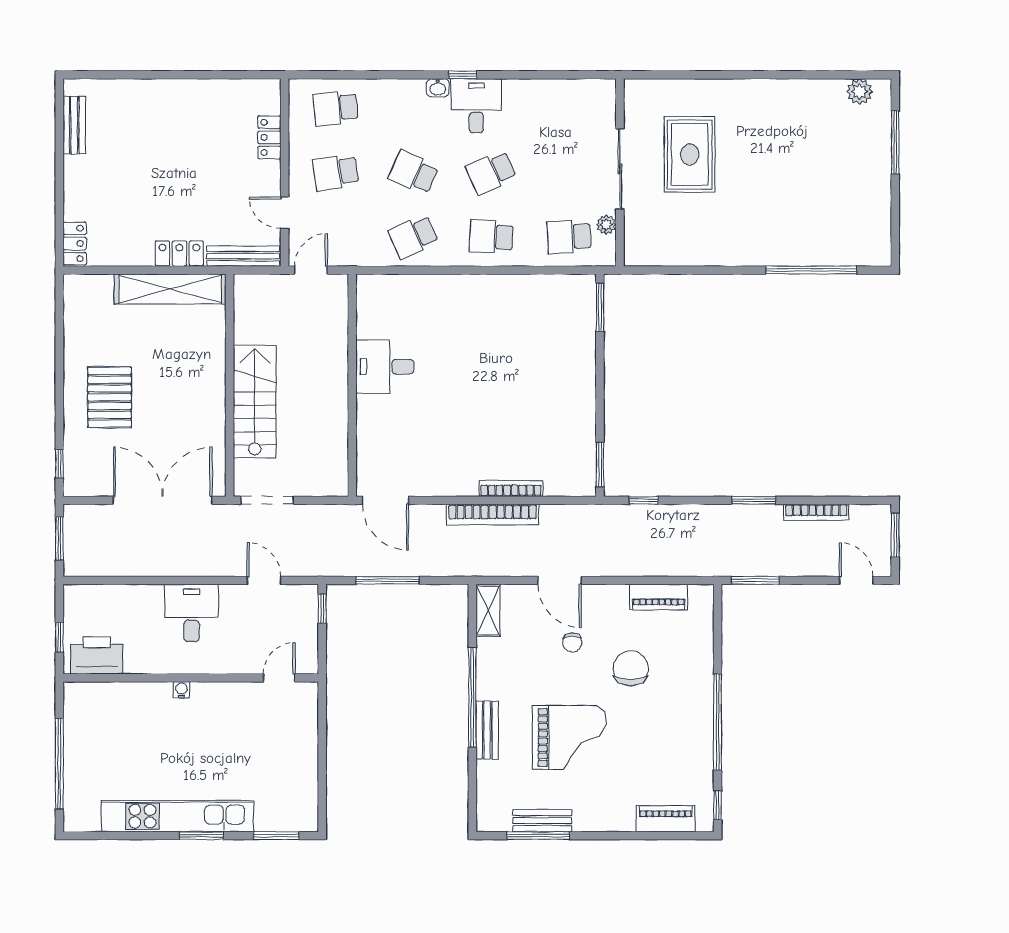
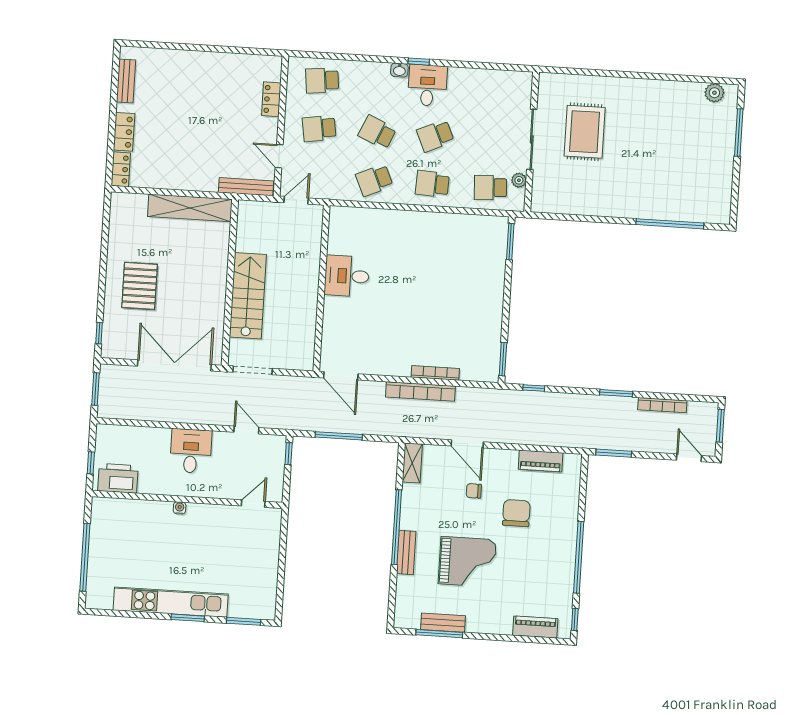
locker: (179, 253) -> (124, 132), moved, turned 90
chair: (572, 642) -> (474, 491), turned 90

